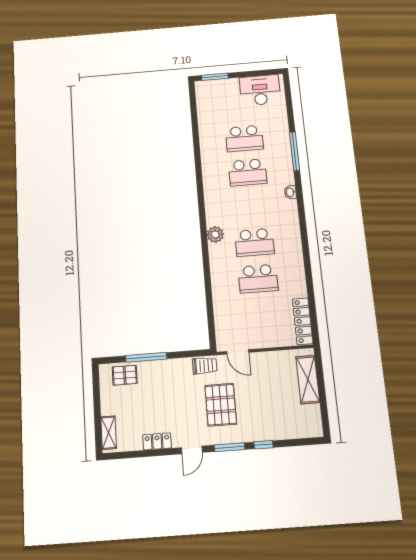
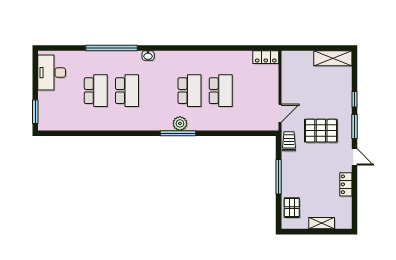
window: (295, 151) -> (111, 48), width x1.46
window: (204, 233) -> (178, 133), added
locker: (303, 321) -> (266, 57), width x0.66
window: (146, 357) -> (279, 177), moved
shelving: (308, 380) -> (333, 58), moved
shelving: (109, 433) -> (322, 223), moved

